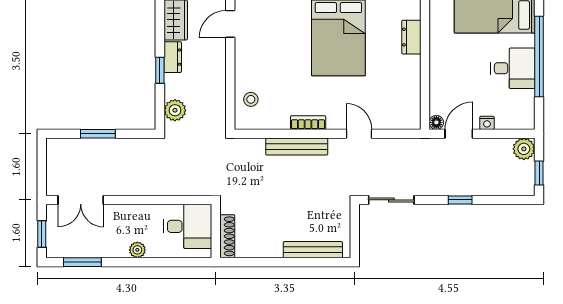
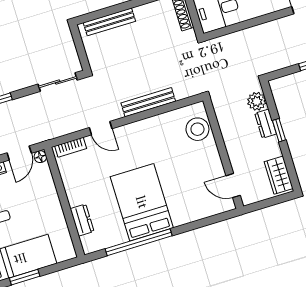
door: (230, 24) -> (233, 186), swing flipped
dresser: (173, 57) -> (266, 124), moved
stool: (251, 99) -> (197, 129), width x1.89, depth x1.89
bookcase: (308, 123) -> (71, 147), moved

